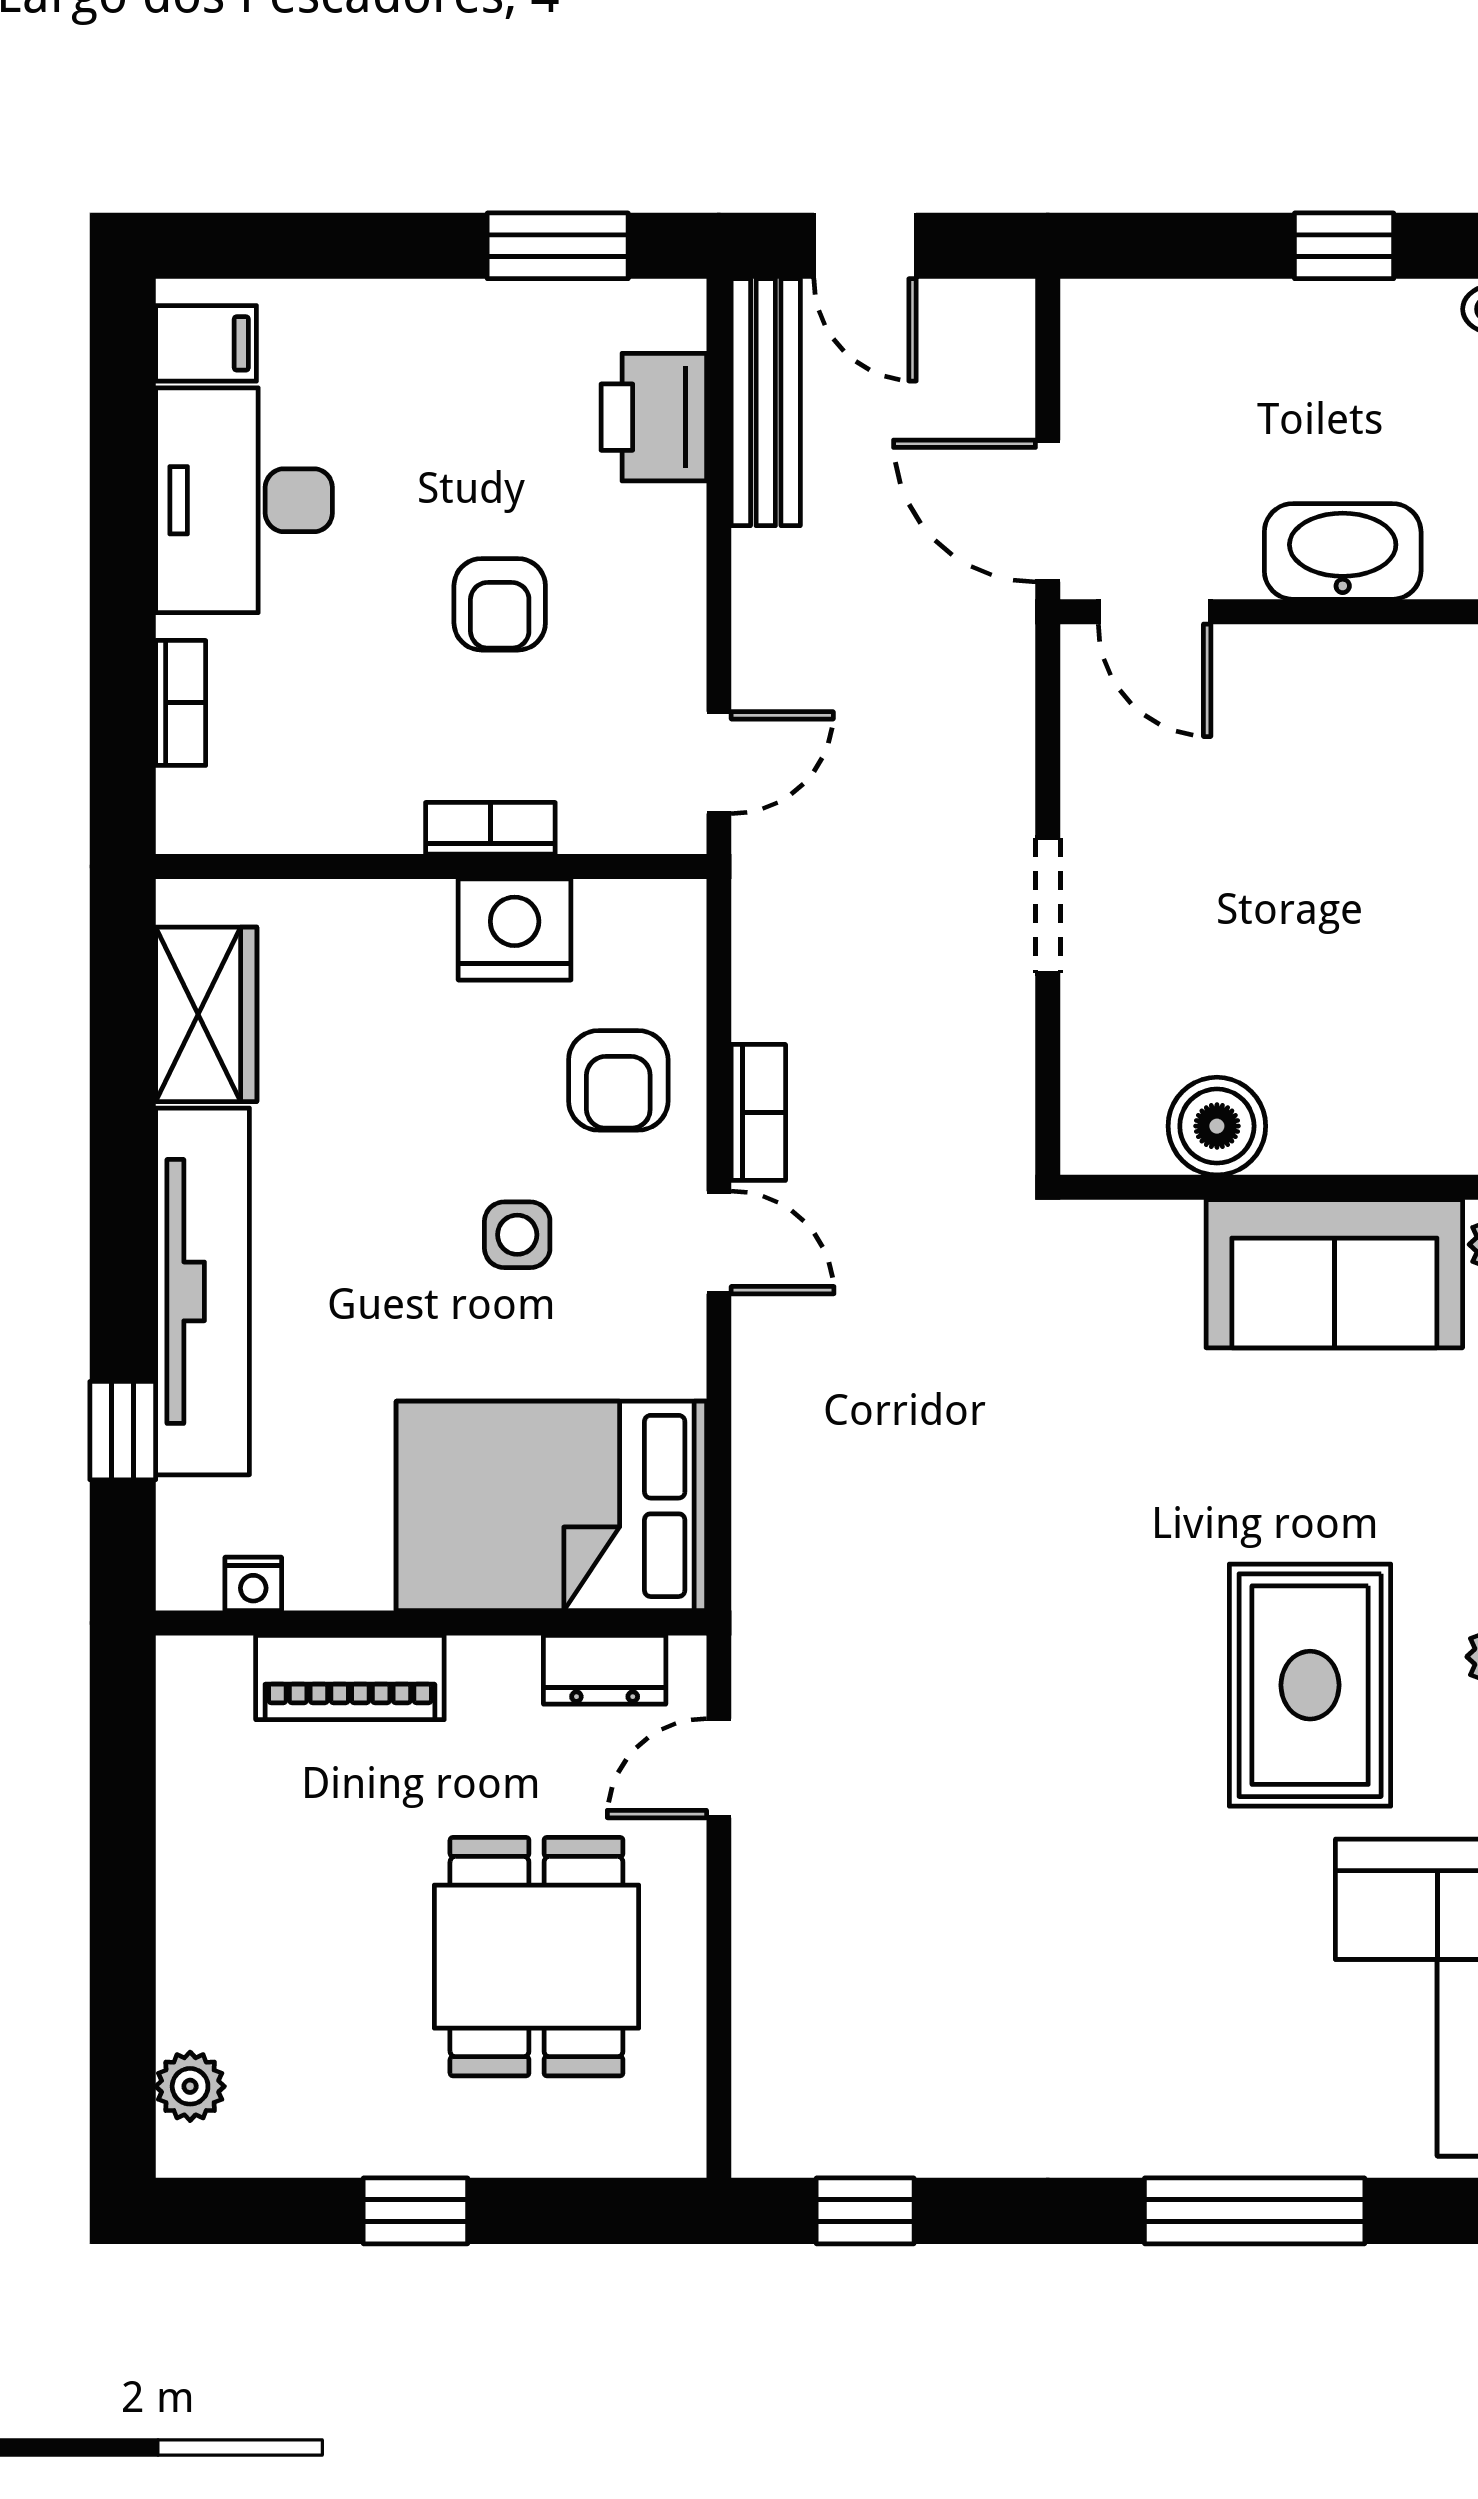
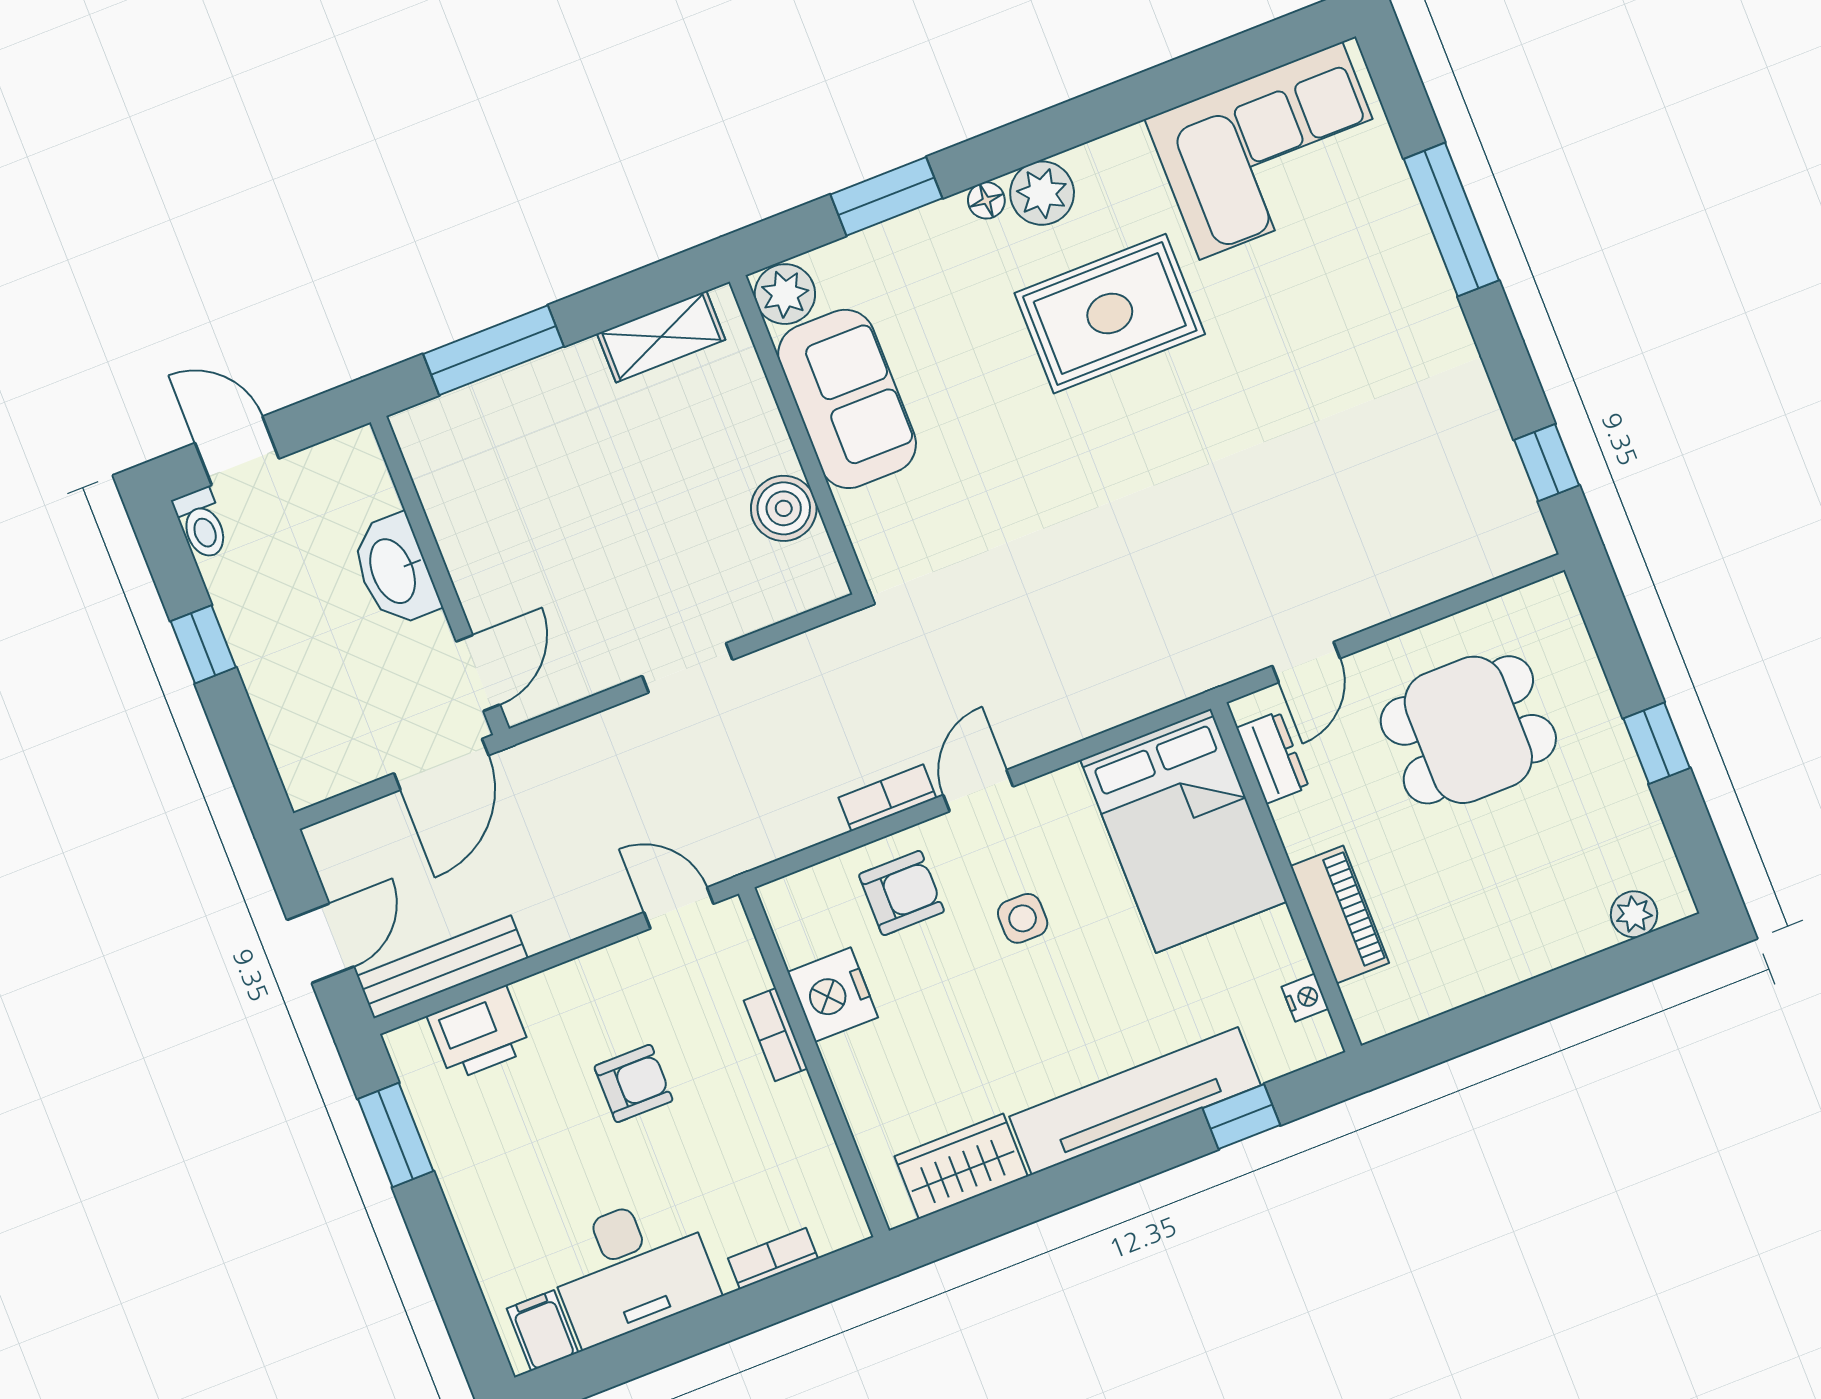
door: (719, 1768) -> (1306, 662), hinge flipped

